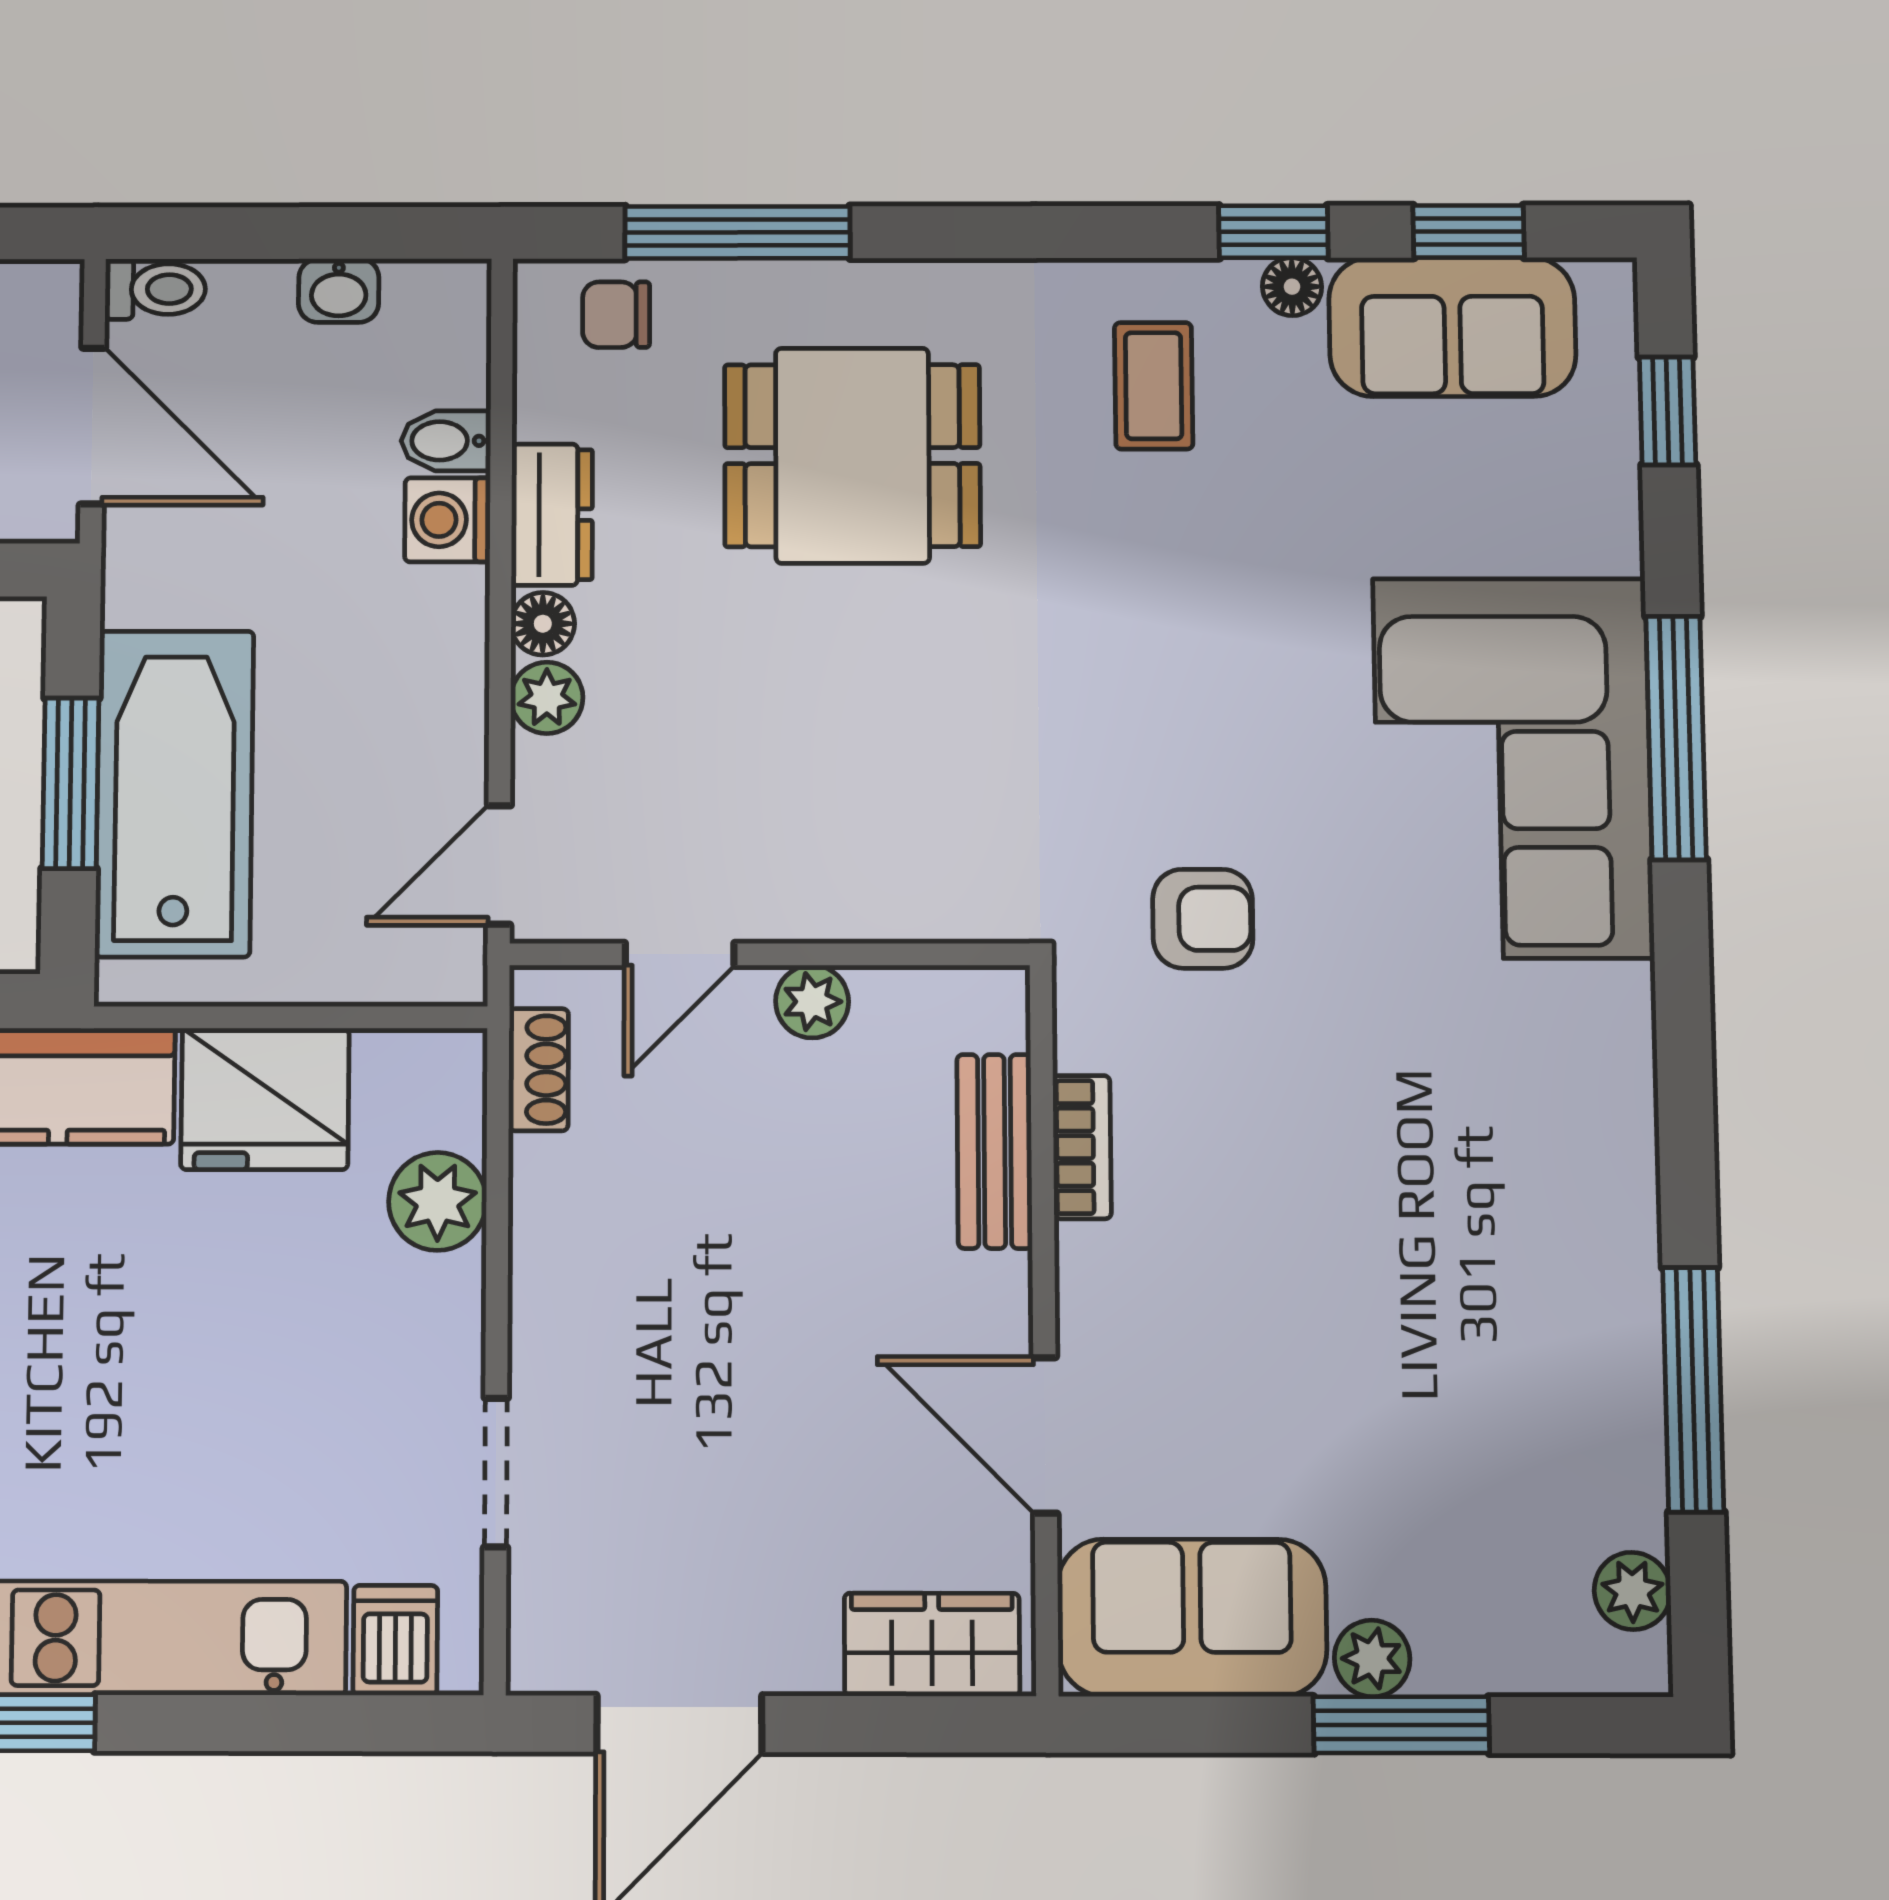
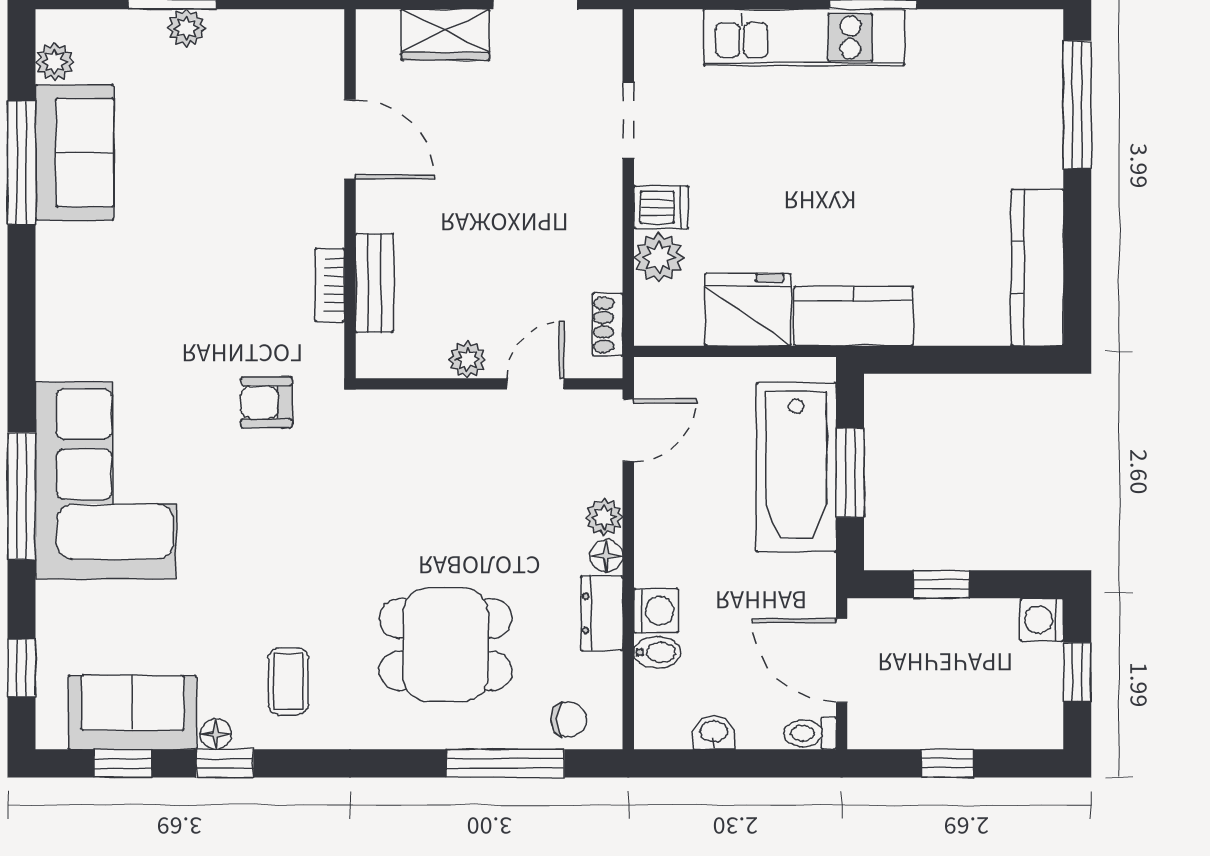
sofa: (1192, 1618) -> (75, 152), moved, turned -90
dishwasher: (395, 1640) -> (661, 207), moved, turned -90
wardrobe: (932, 1645) -> (445, 35), moved

